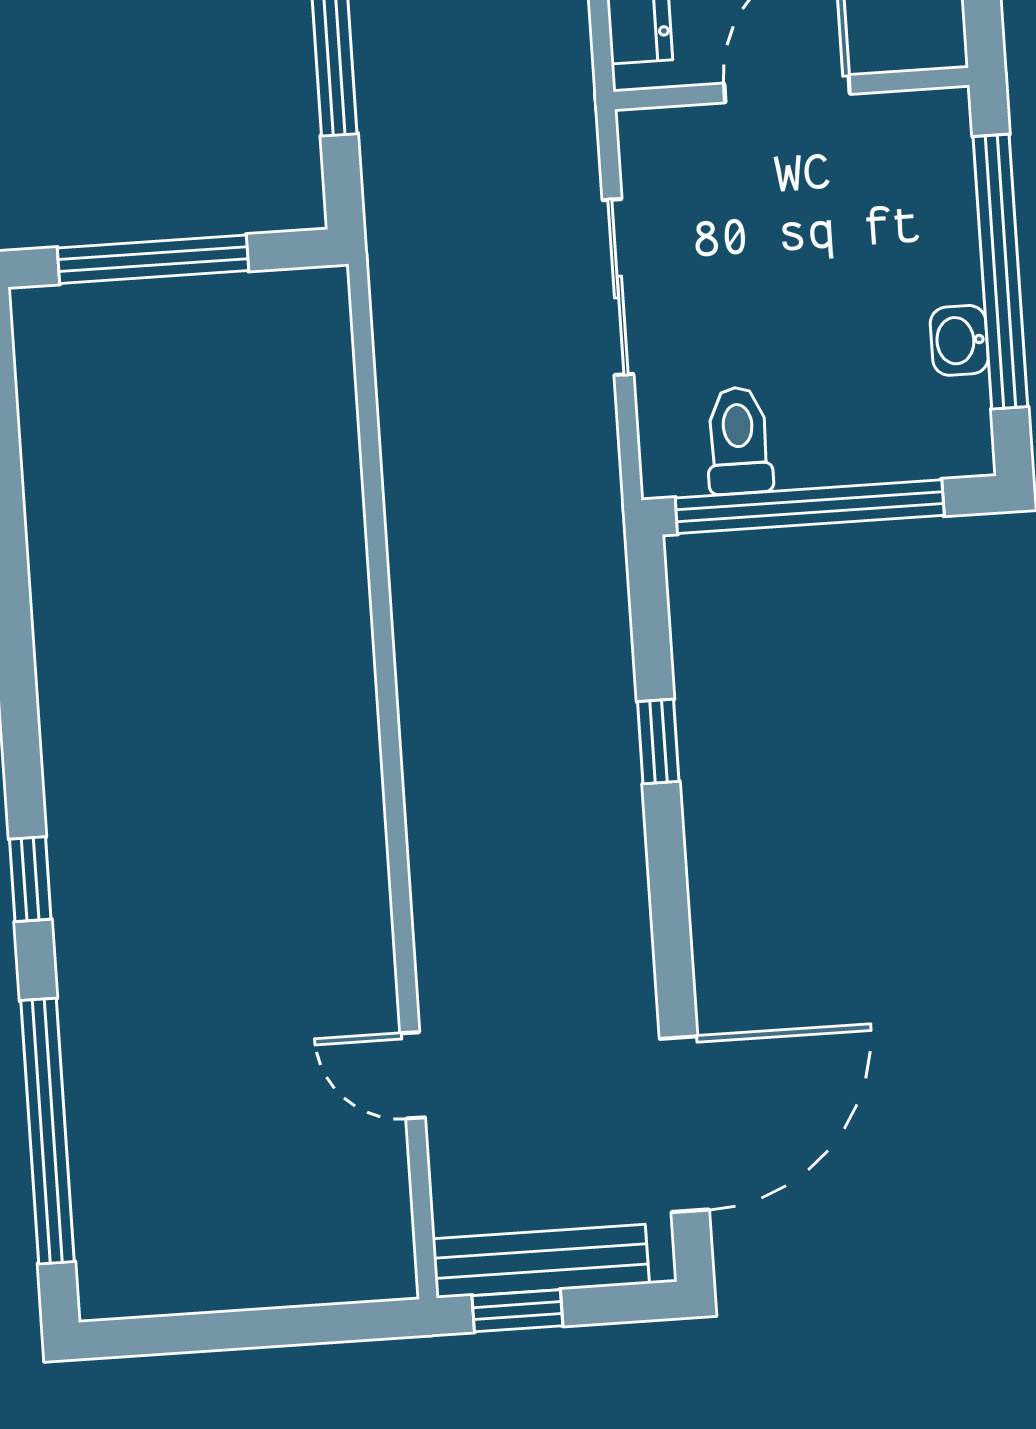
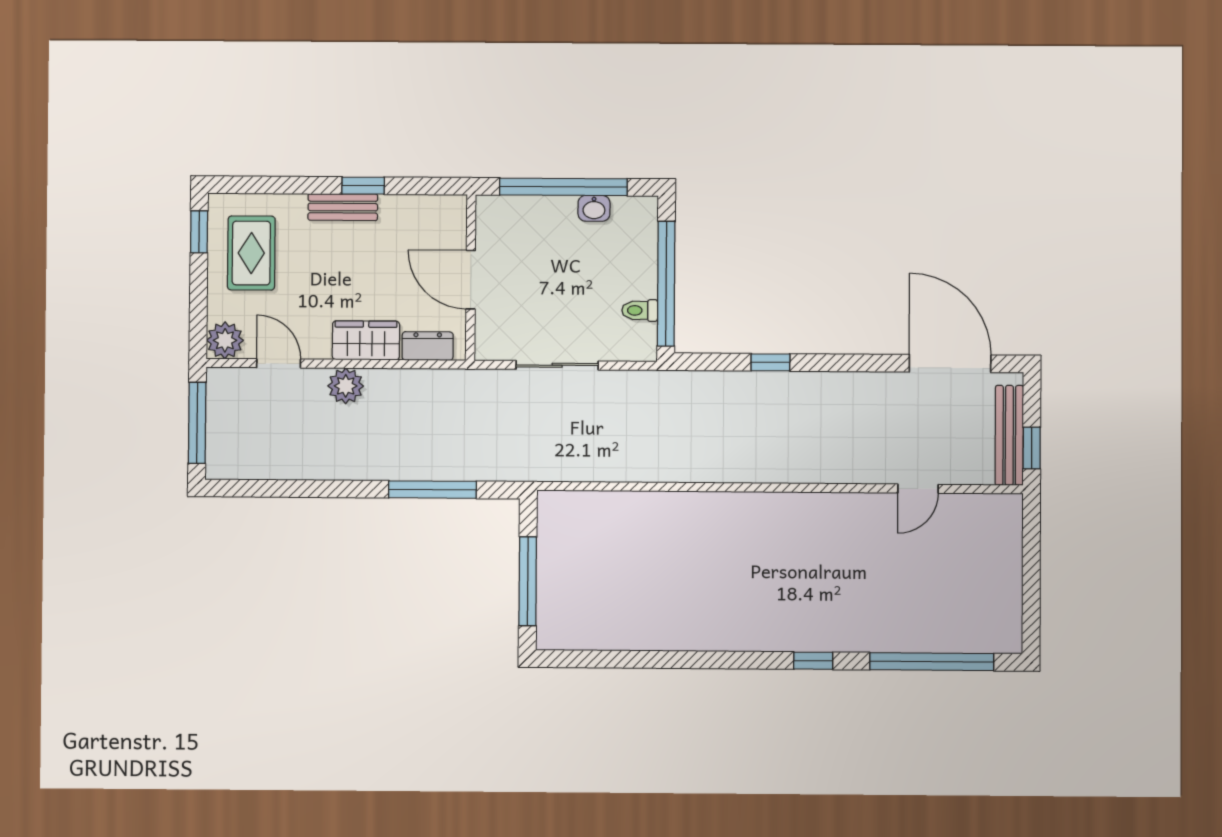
toilet: (739, 440) -> (640, 310), width x0.73, depth x0.72

